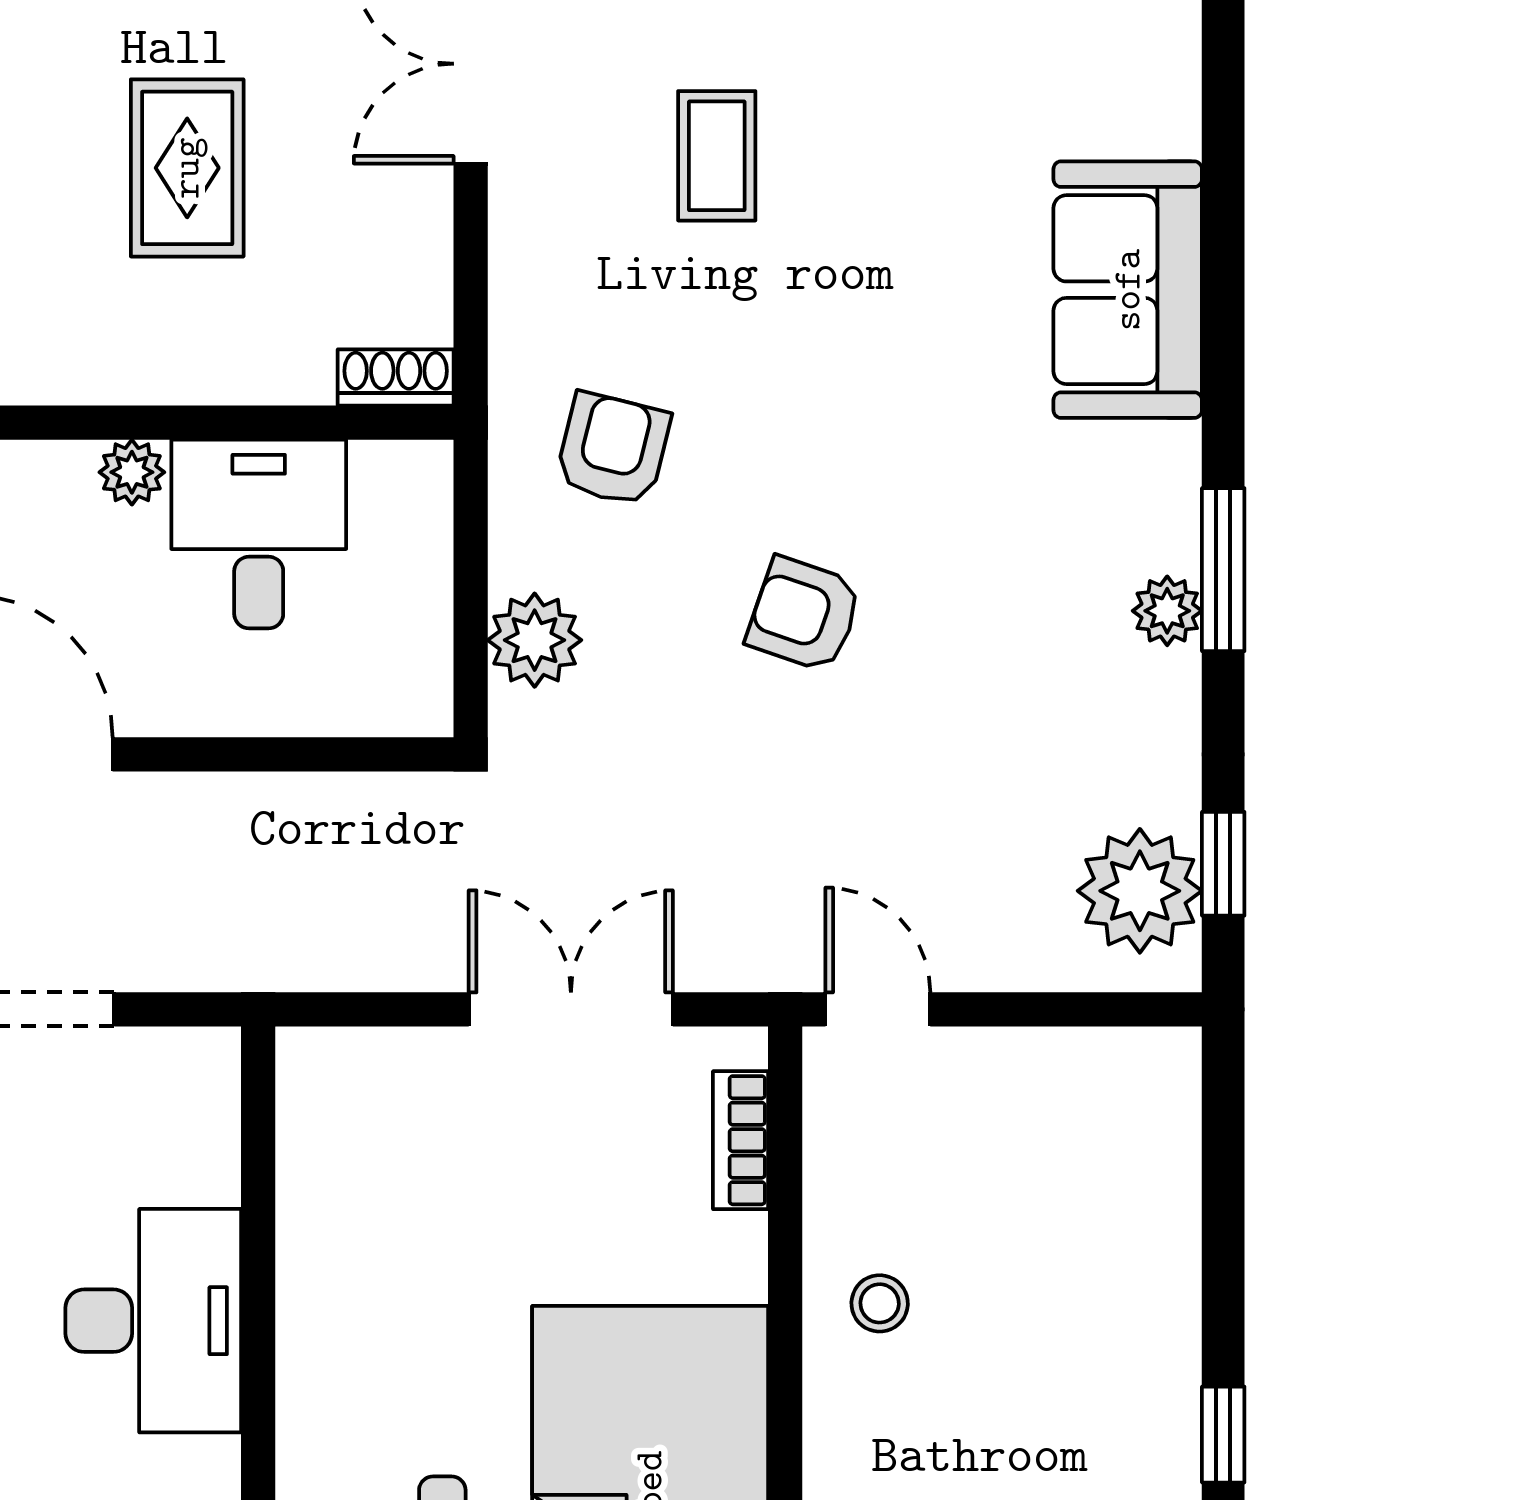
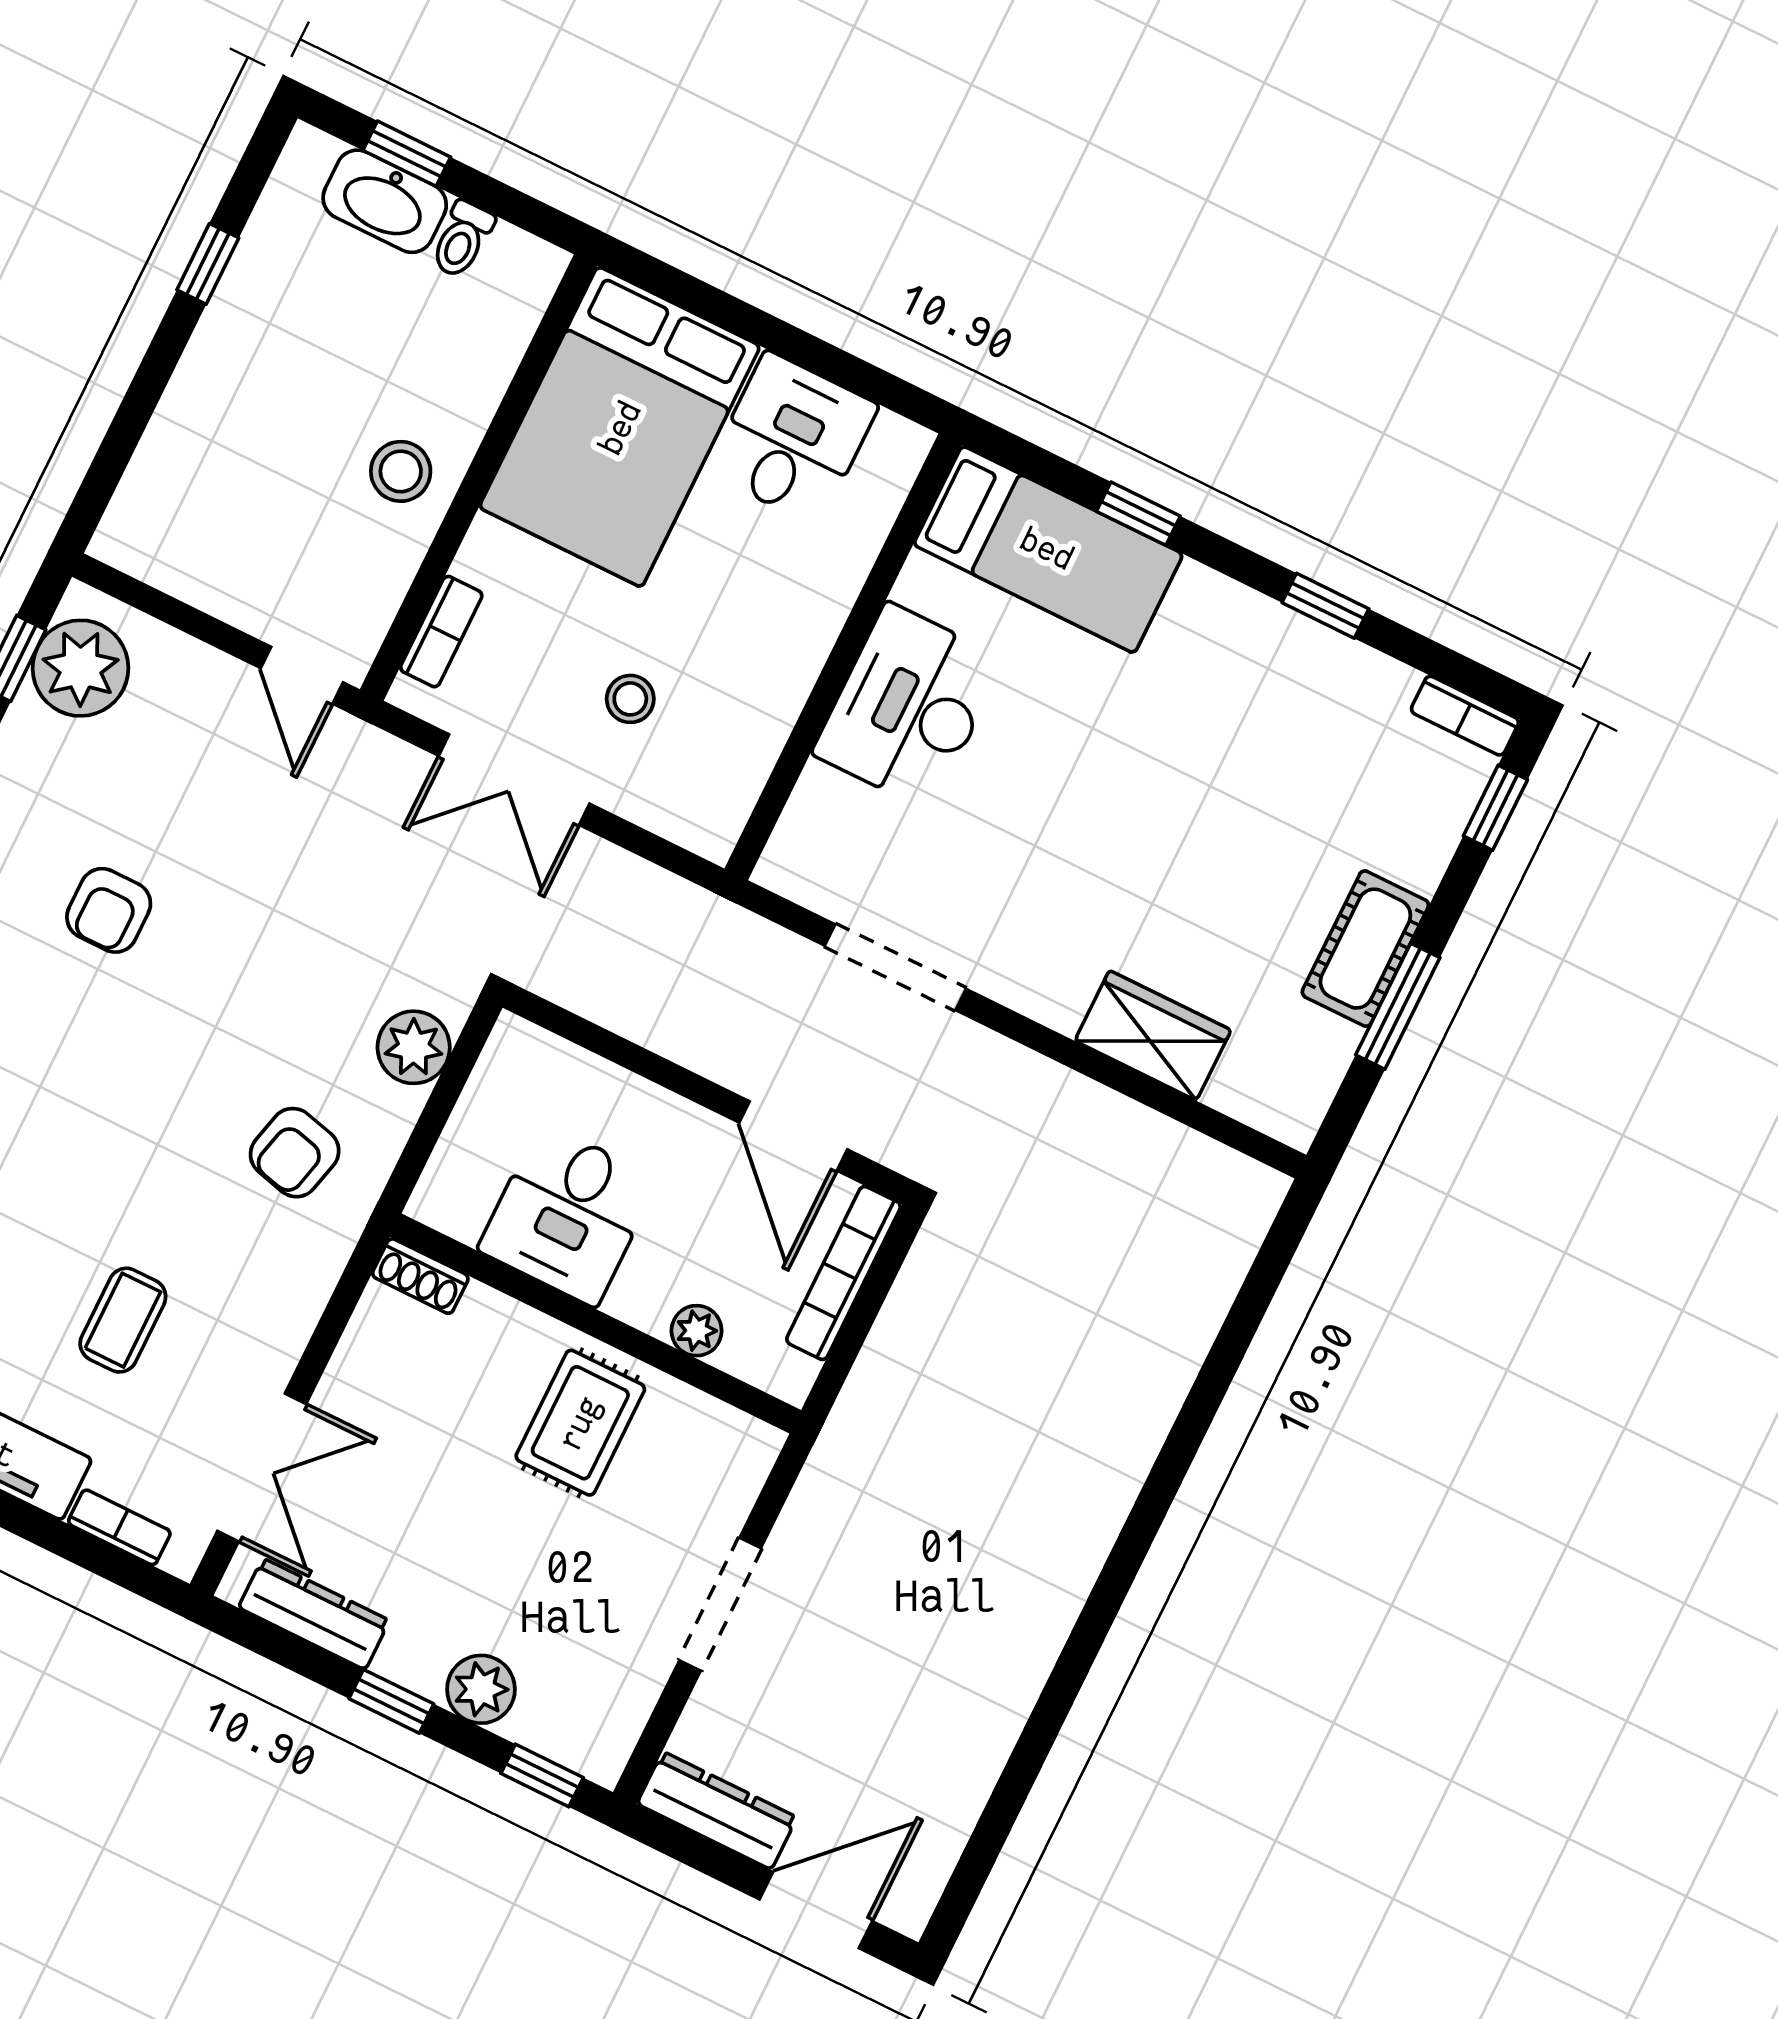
rug: (187, 168) -> (580, 1423), moved
plant: (132, 472) -> (697, 1331), moved
armchair: (804, 614) -> (109, 910), moved, turned 71
stool: (482, 1170) -> (630, 699), added
stool: (880, 1303) -> (401, 471), width x1.37, depth x1.37

